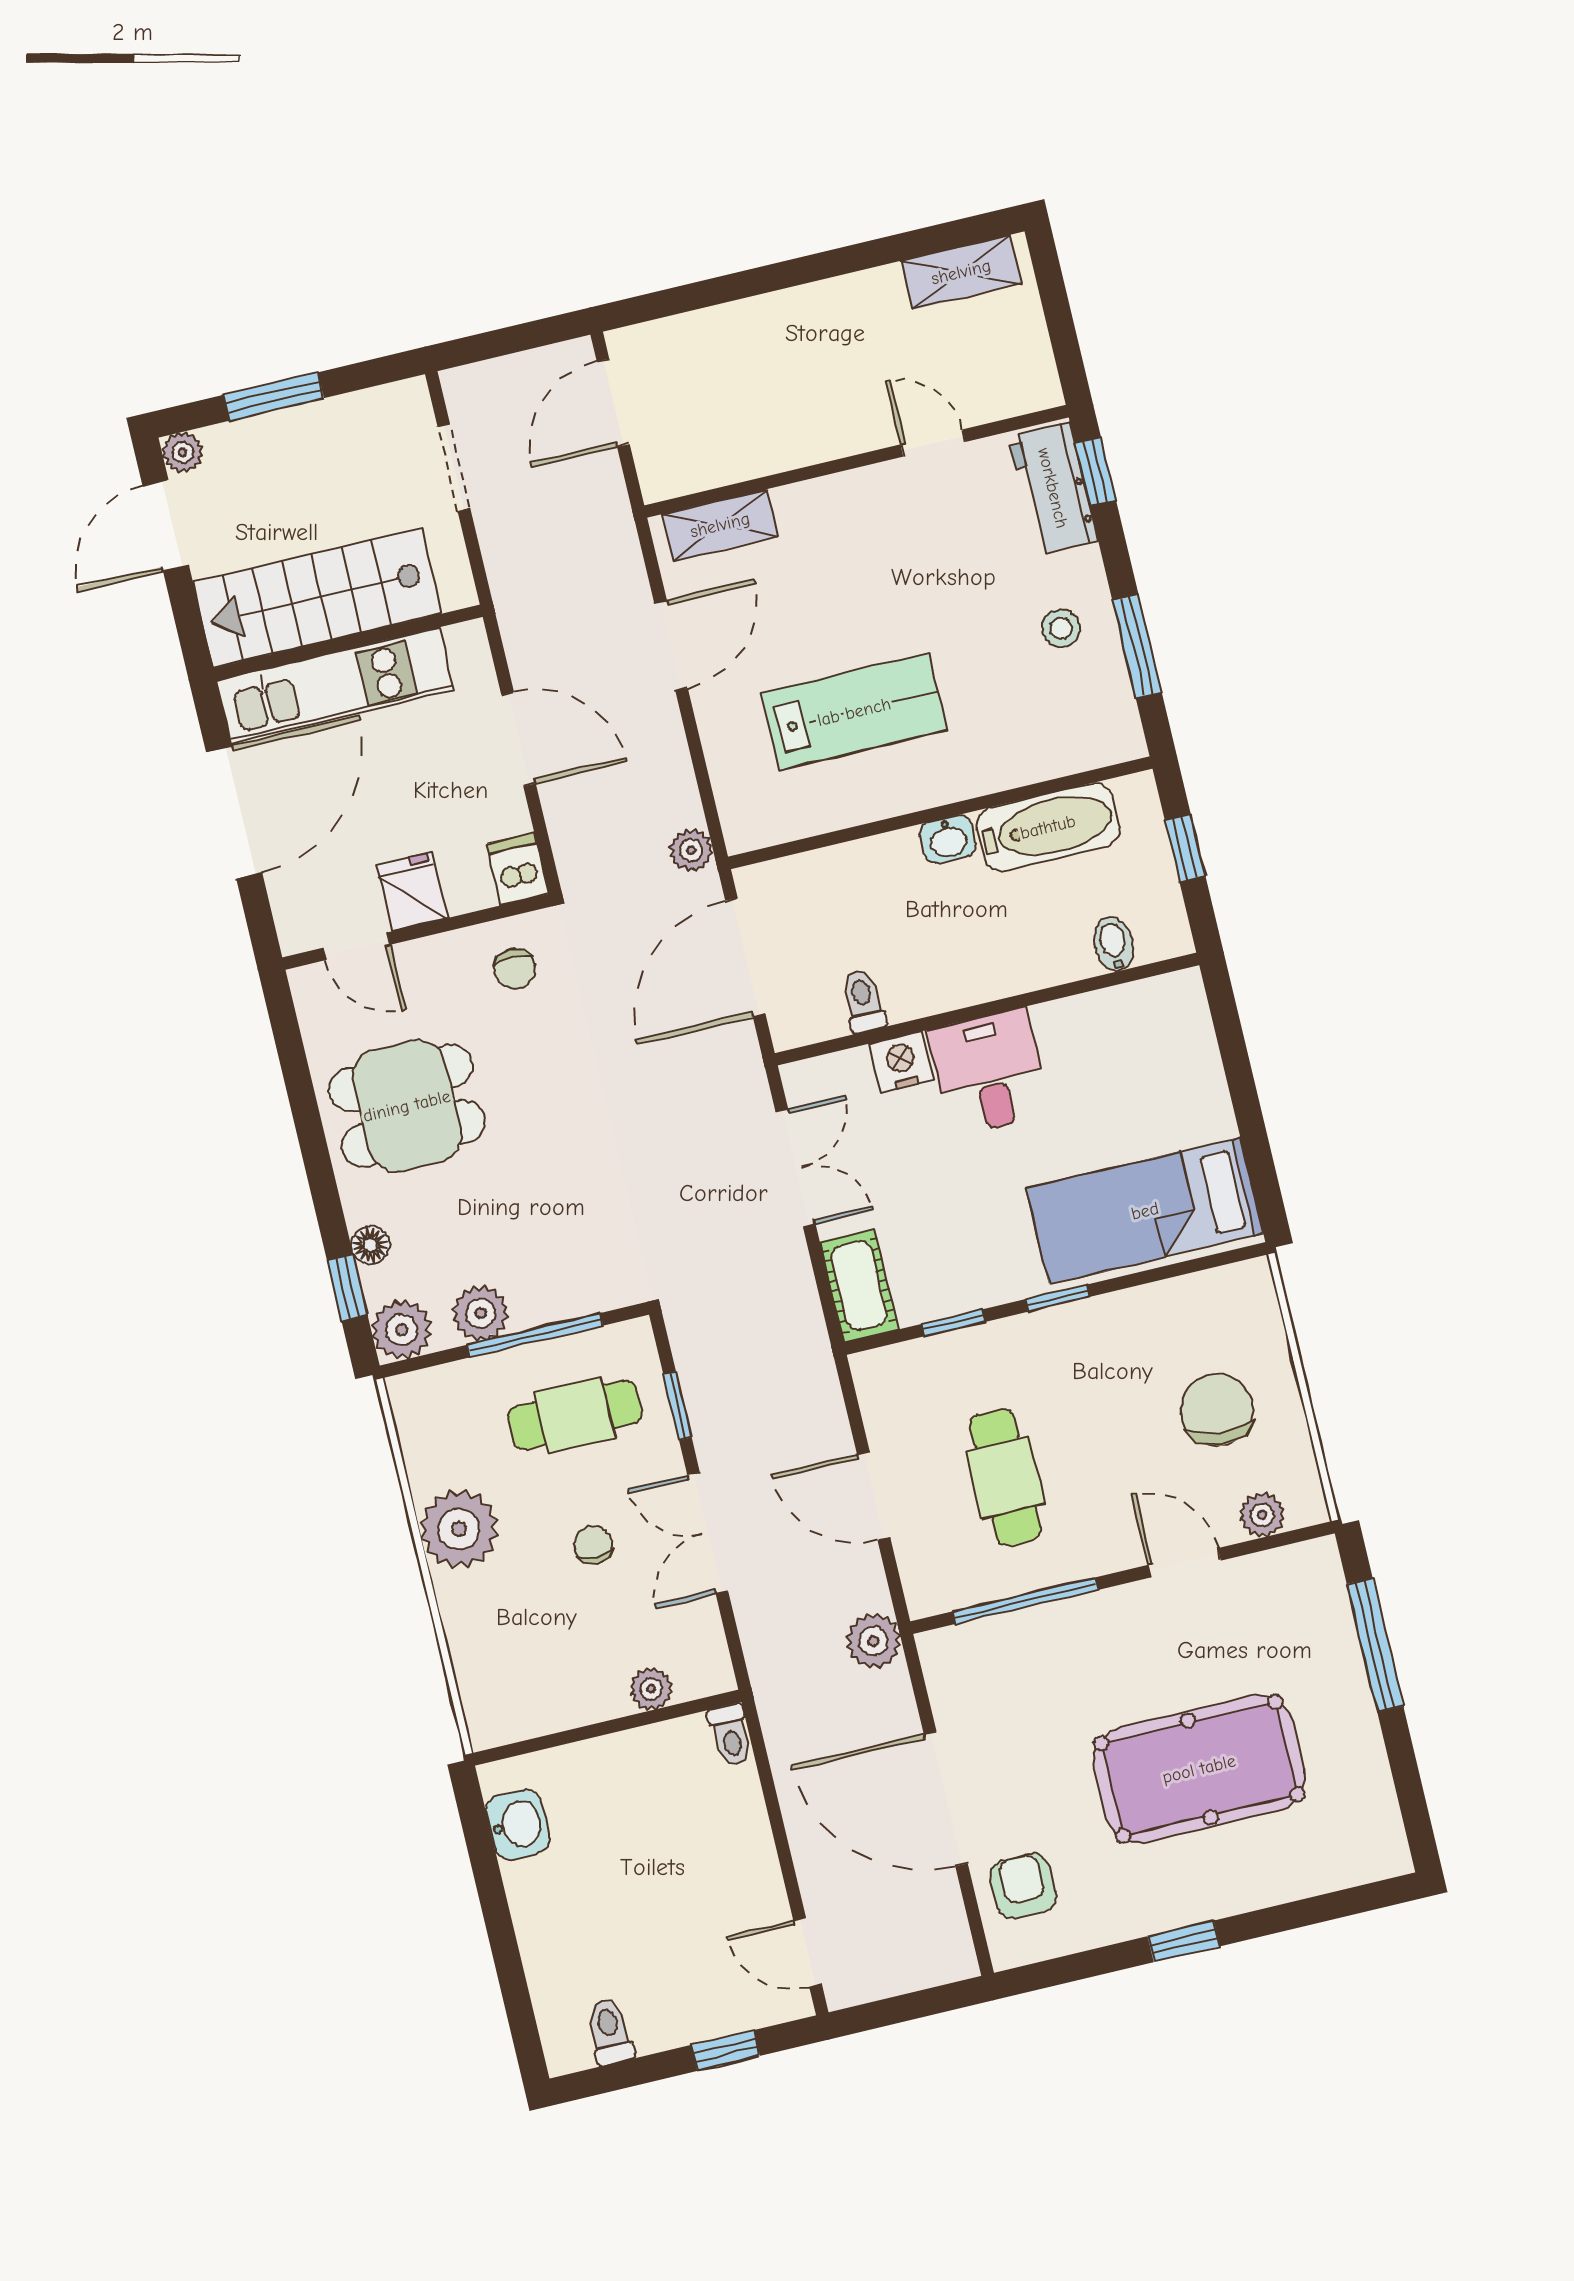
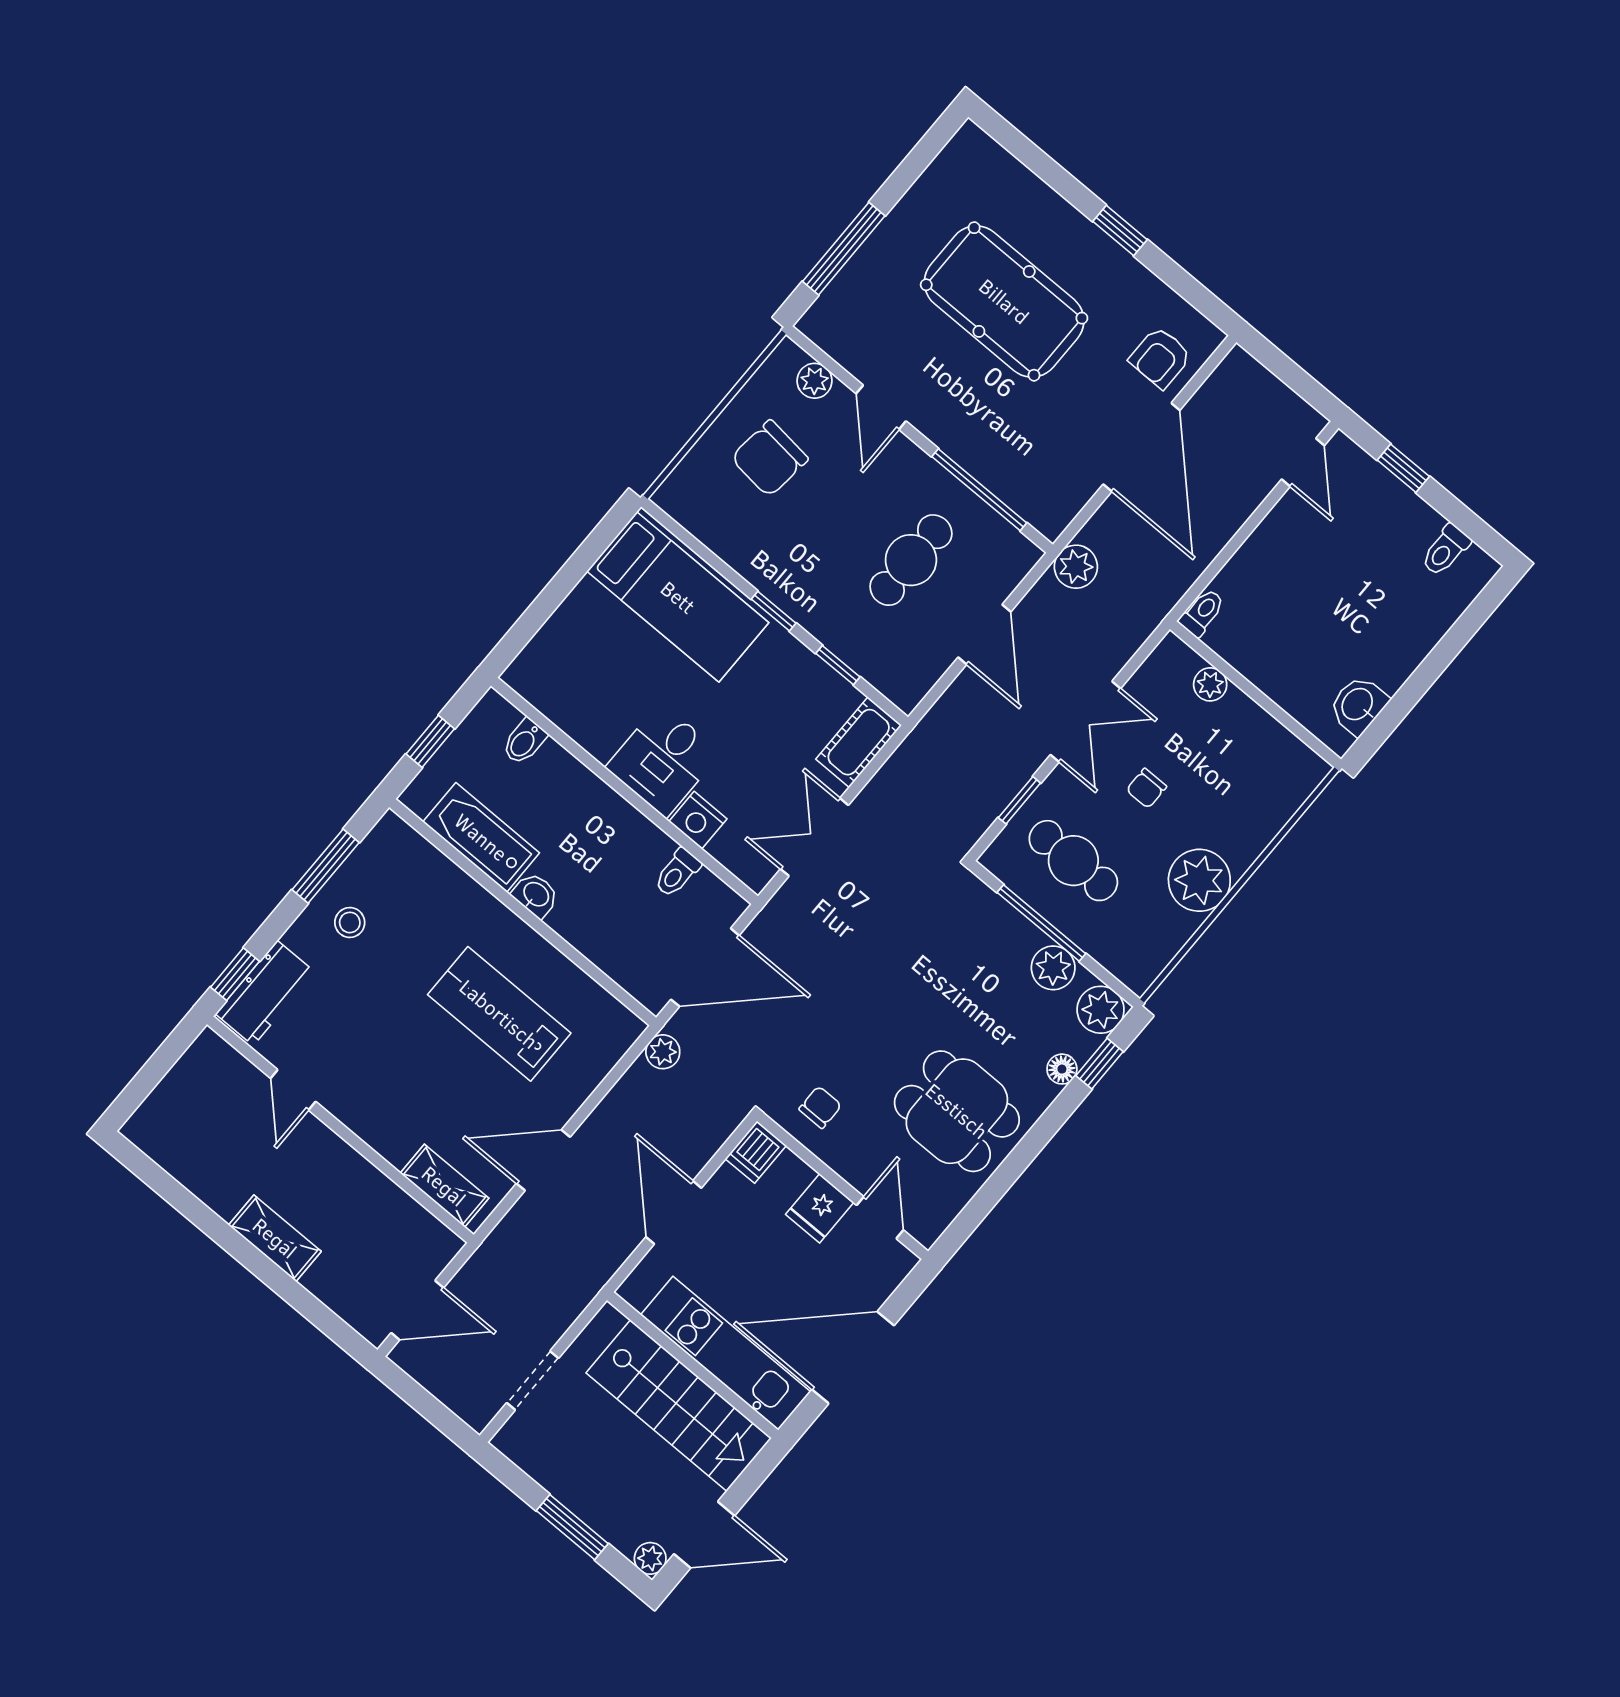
shelving: (961, 272) -> (275, 1238), moved

